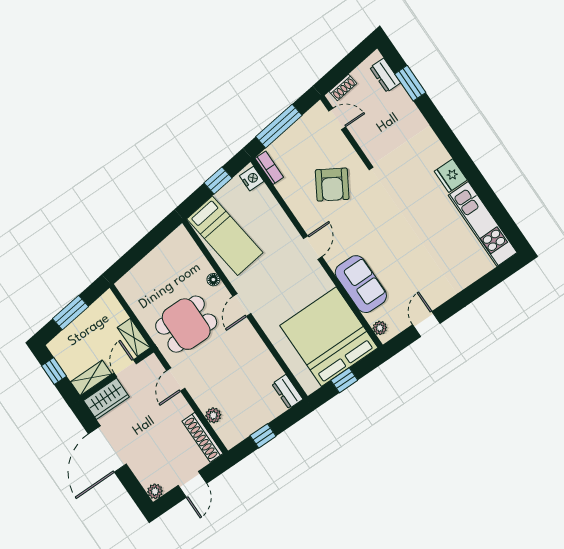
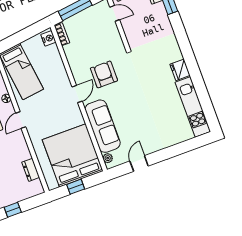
window: (218, 181) -> (26, 34), removed
armchair: (332, 185) -> (104, 74), moved, turned 149
sofa: (361, 284) -> (103, 126), width x1.36
dresser: (287, 392) -> (31, 170), moved

